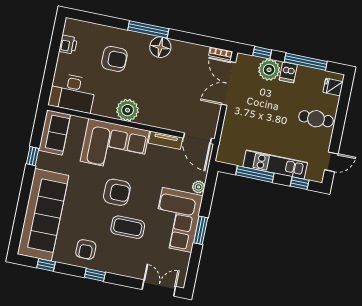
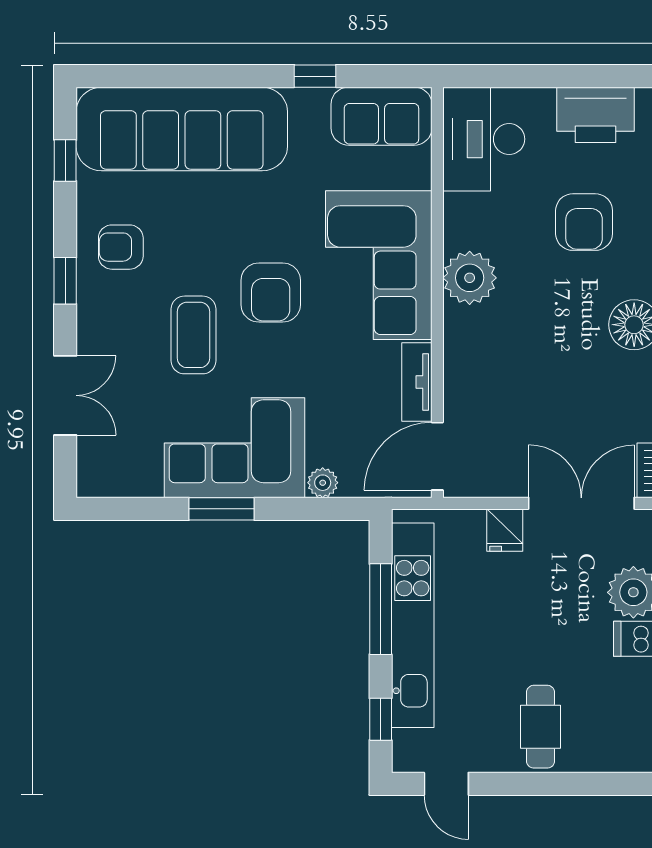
printer: (68, 45) -> (596, 115), width x1.87, depth x1.48
fridge: (333, 87) -> (505, 530), moved, turned 180
kitchen unit: (275, 165) -> (413, 625), width x1.36
double door: (159, 288) -> (65, 395), moved

